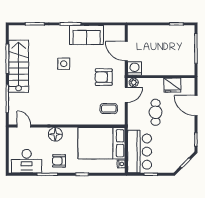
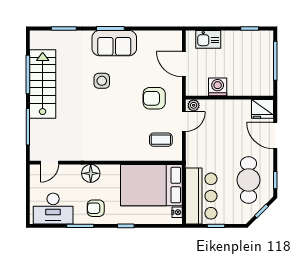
kitchen sink: (145, 32) -> (208, 39), added
sofa: (86, 35) -> (114, 43), moved
washing machine: (135, 68) -> (218, 87), moved
fridge: (172, 85) -> (263, 109), moved
cafe table: (156, 112) -> (249, 180), moved, width x1.37, depth x1.35
door: (24, 126) -> (50, 163), swing flipped

